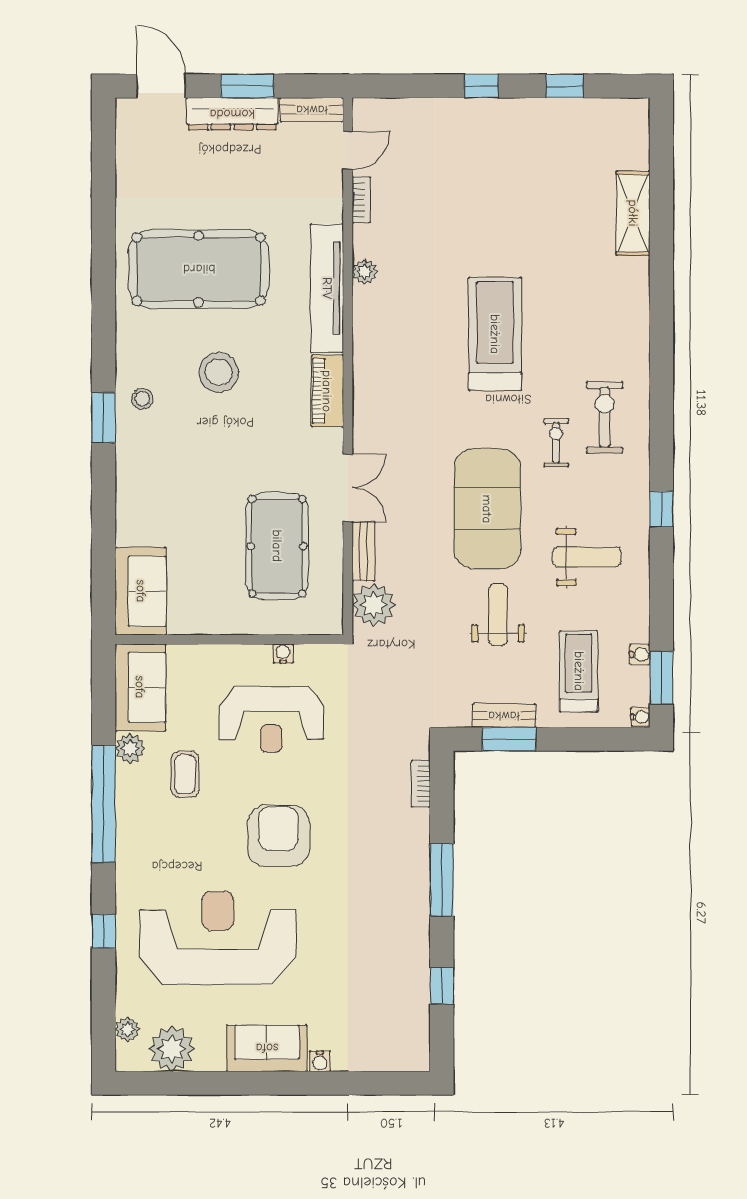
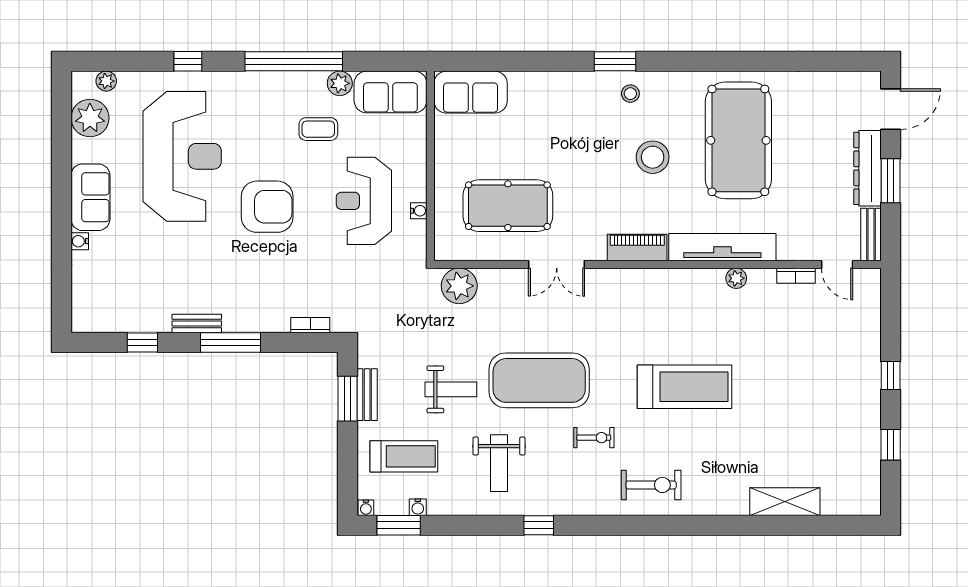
exercise bike: (605, 417) -> (651, 485), moved
bench: (363, 551) -> (197, 324), moved

